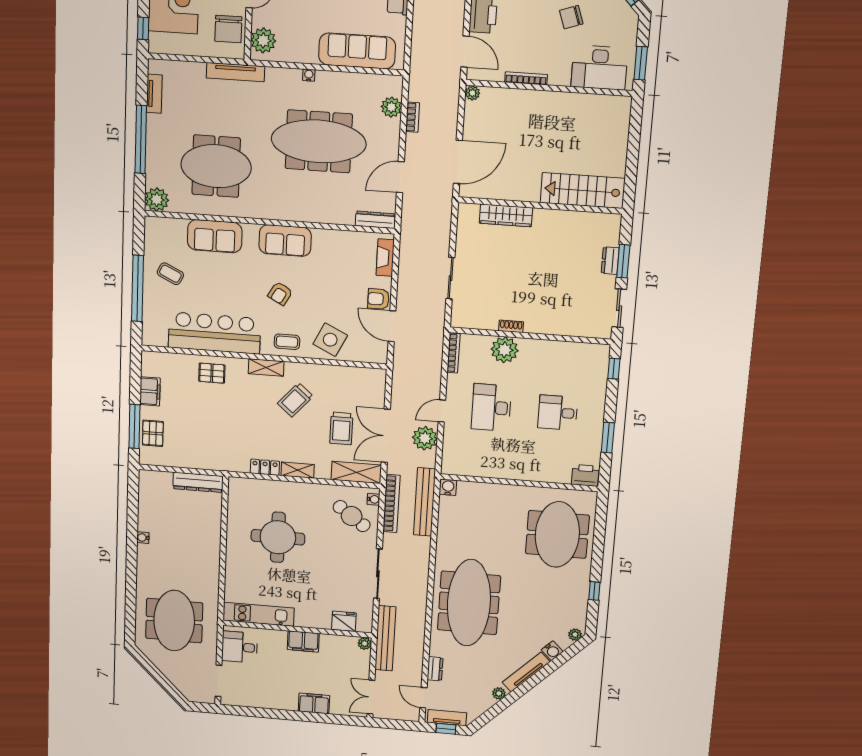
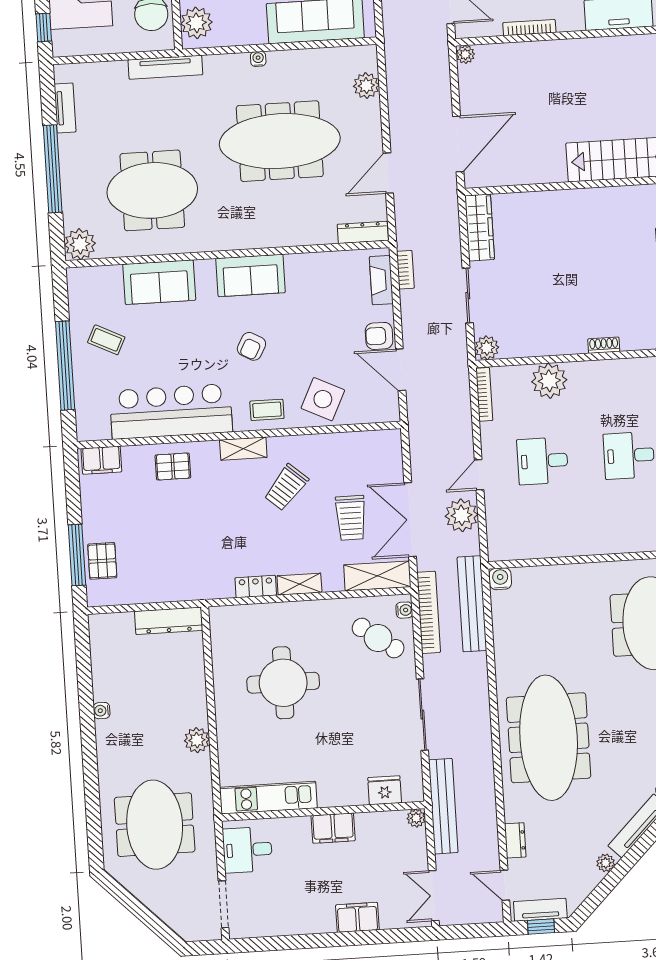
bookcase: (413, 117) -> (405, 270), moved
wardrobe: (506, 215) -> (480, 228), moved, turned -90
plant: (460, 319) -> (487, 348), added
shoe rack: (511, 326) -> (604, 345), moved
filing cabinet: (150, 391) -> (101, 460), moved, turned 90
desk: (491, 408) -> (543, 461), width x0.73
plant: (210, 568) -> (197, 740), added

